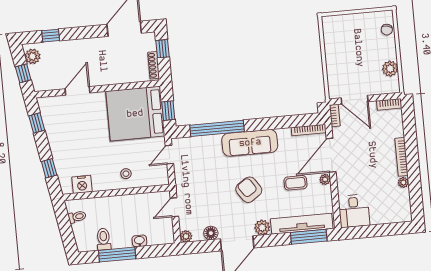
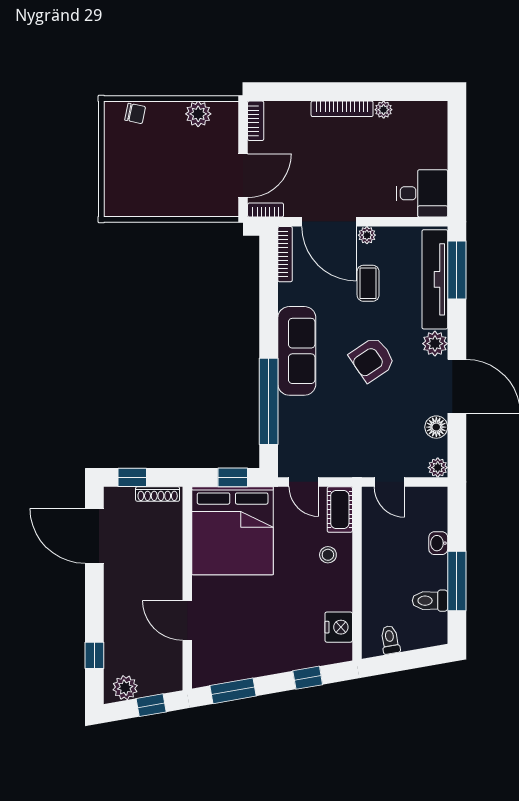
window: (37, 123) -> (233, 691), width x1.50
cot: (155, 178) -> (340, 509), added

